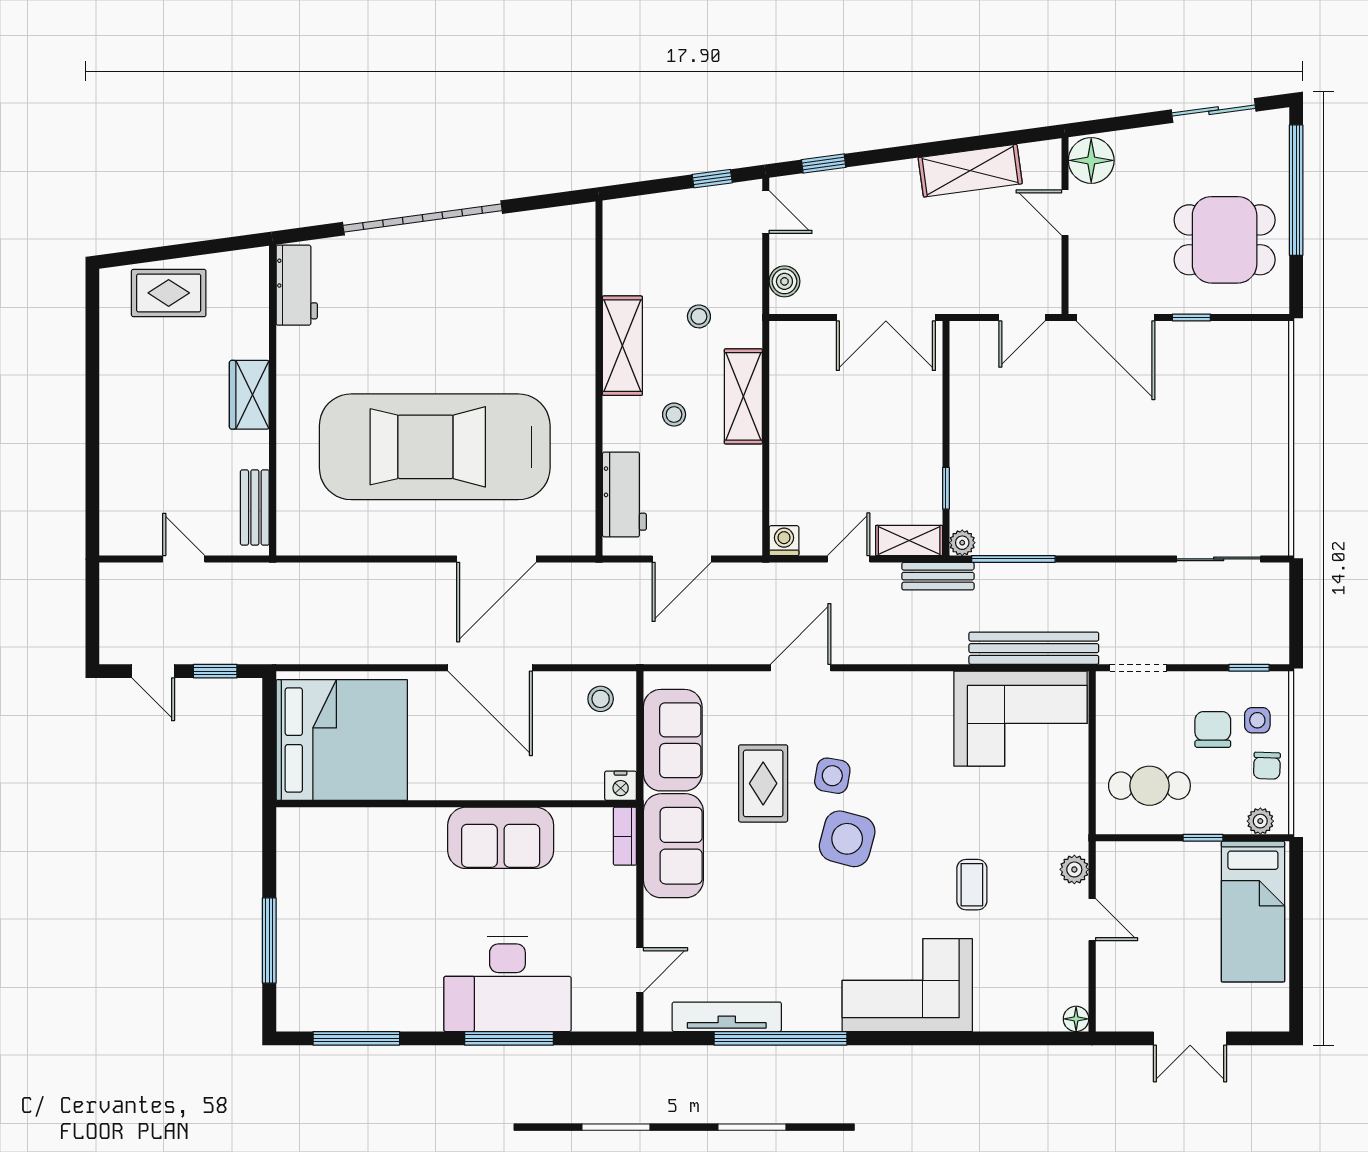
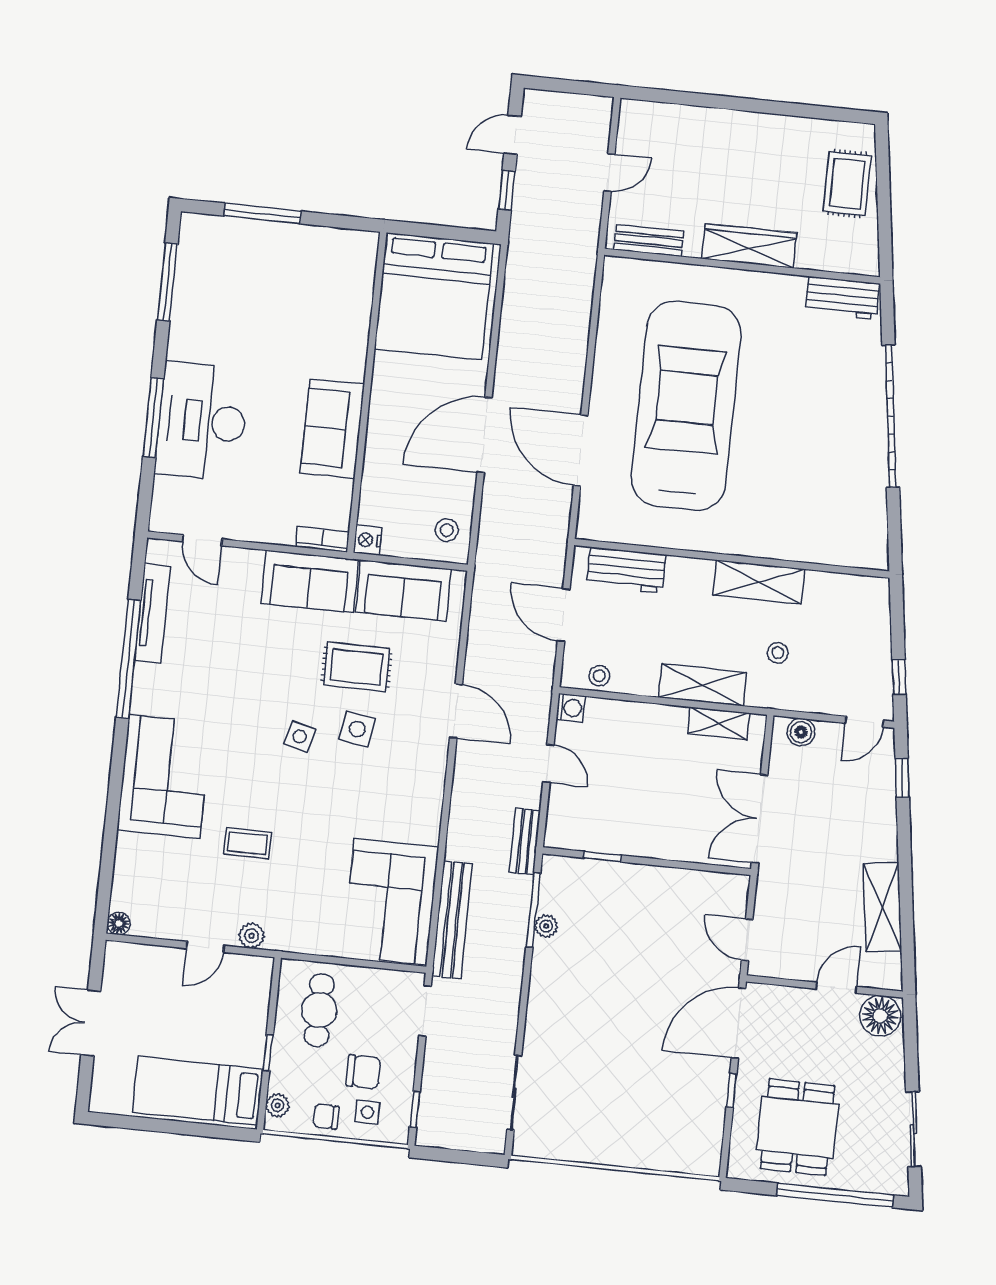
wardrobe: (249, 395) -> (749, 246), width x1.50
stool: (674, 415) -> (599, 676), moved
shelving: (909, 540) -> (719, 723), moved, turned 90
plant: (962, 543) -> (546, 926), moved
side table: (847, 839) -> (300, 736), width x0.54, depth x0.54

